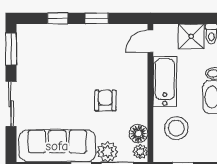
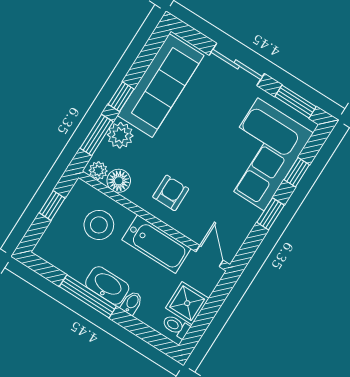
corner sofa: (61, 50) -> (261, 154), added
armchair: (105, 100) -> (171, 193), moved, turned -90

